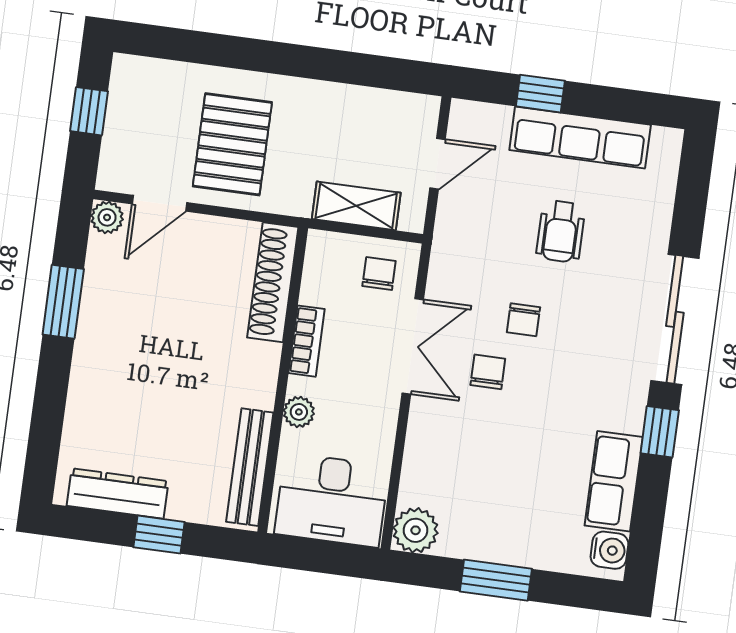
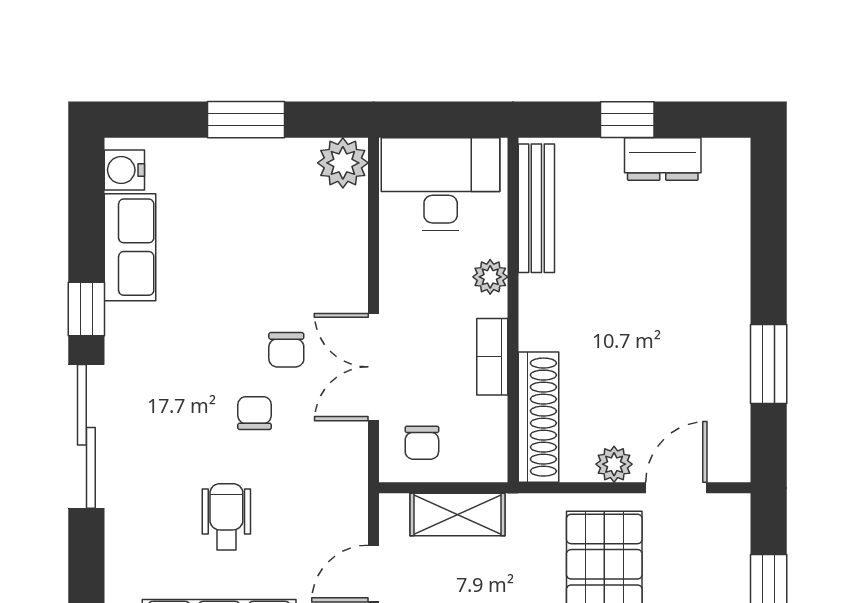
plant: (107, 217) -> (614, 464), moved
dresser: (118, 493) -> (663, 159), width x0.70

